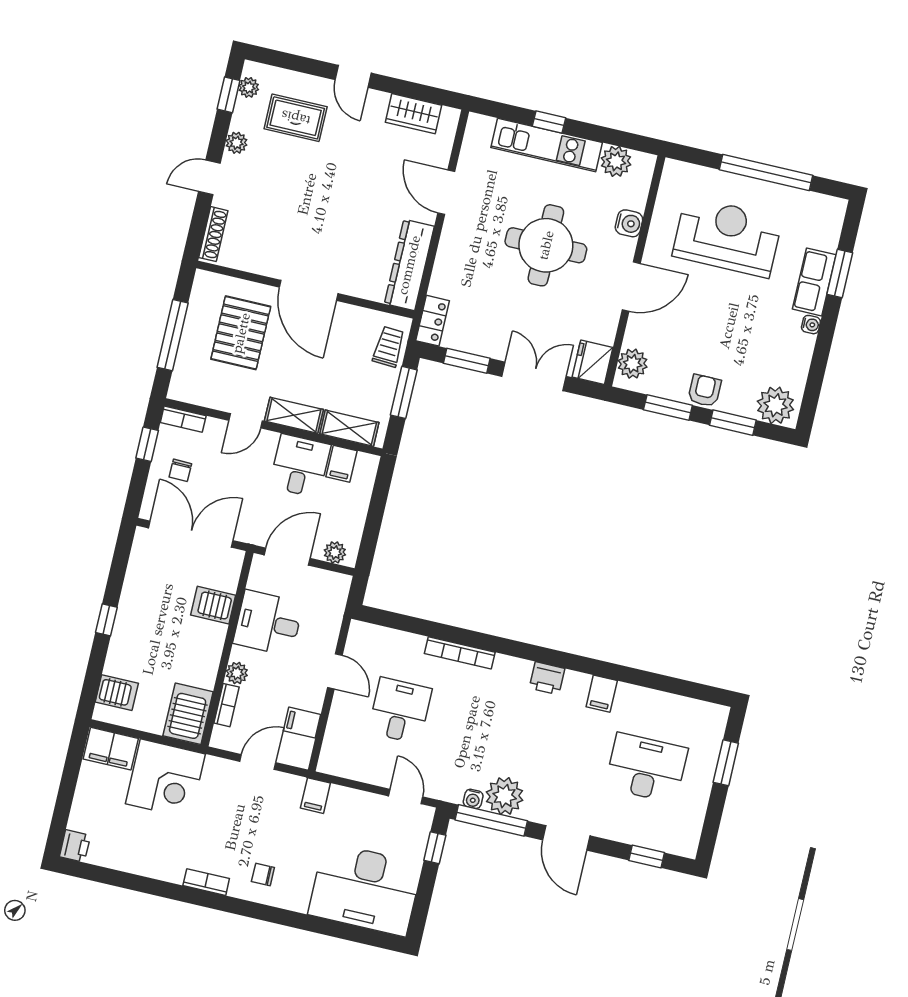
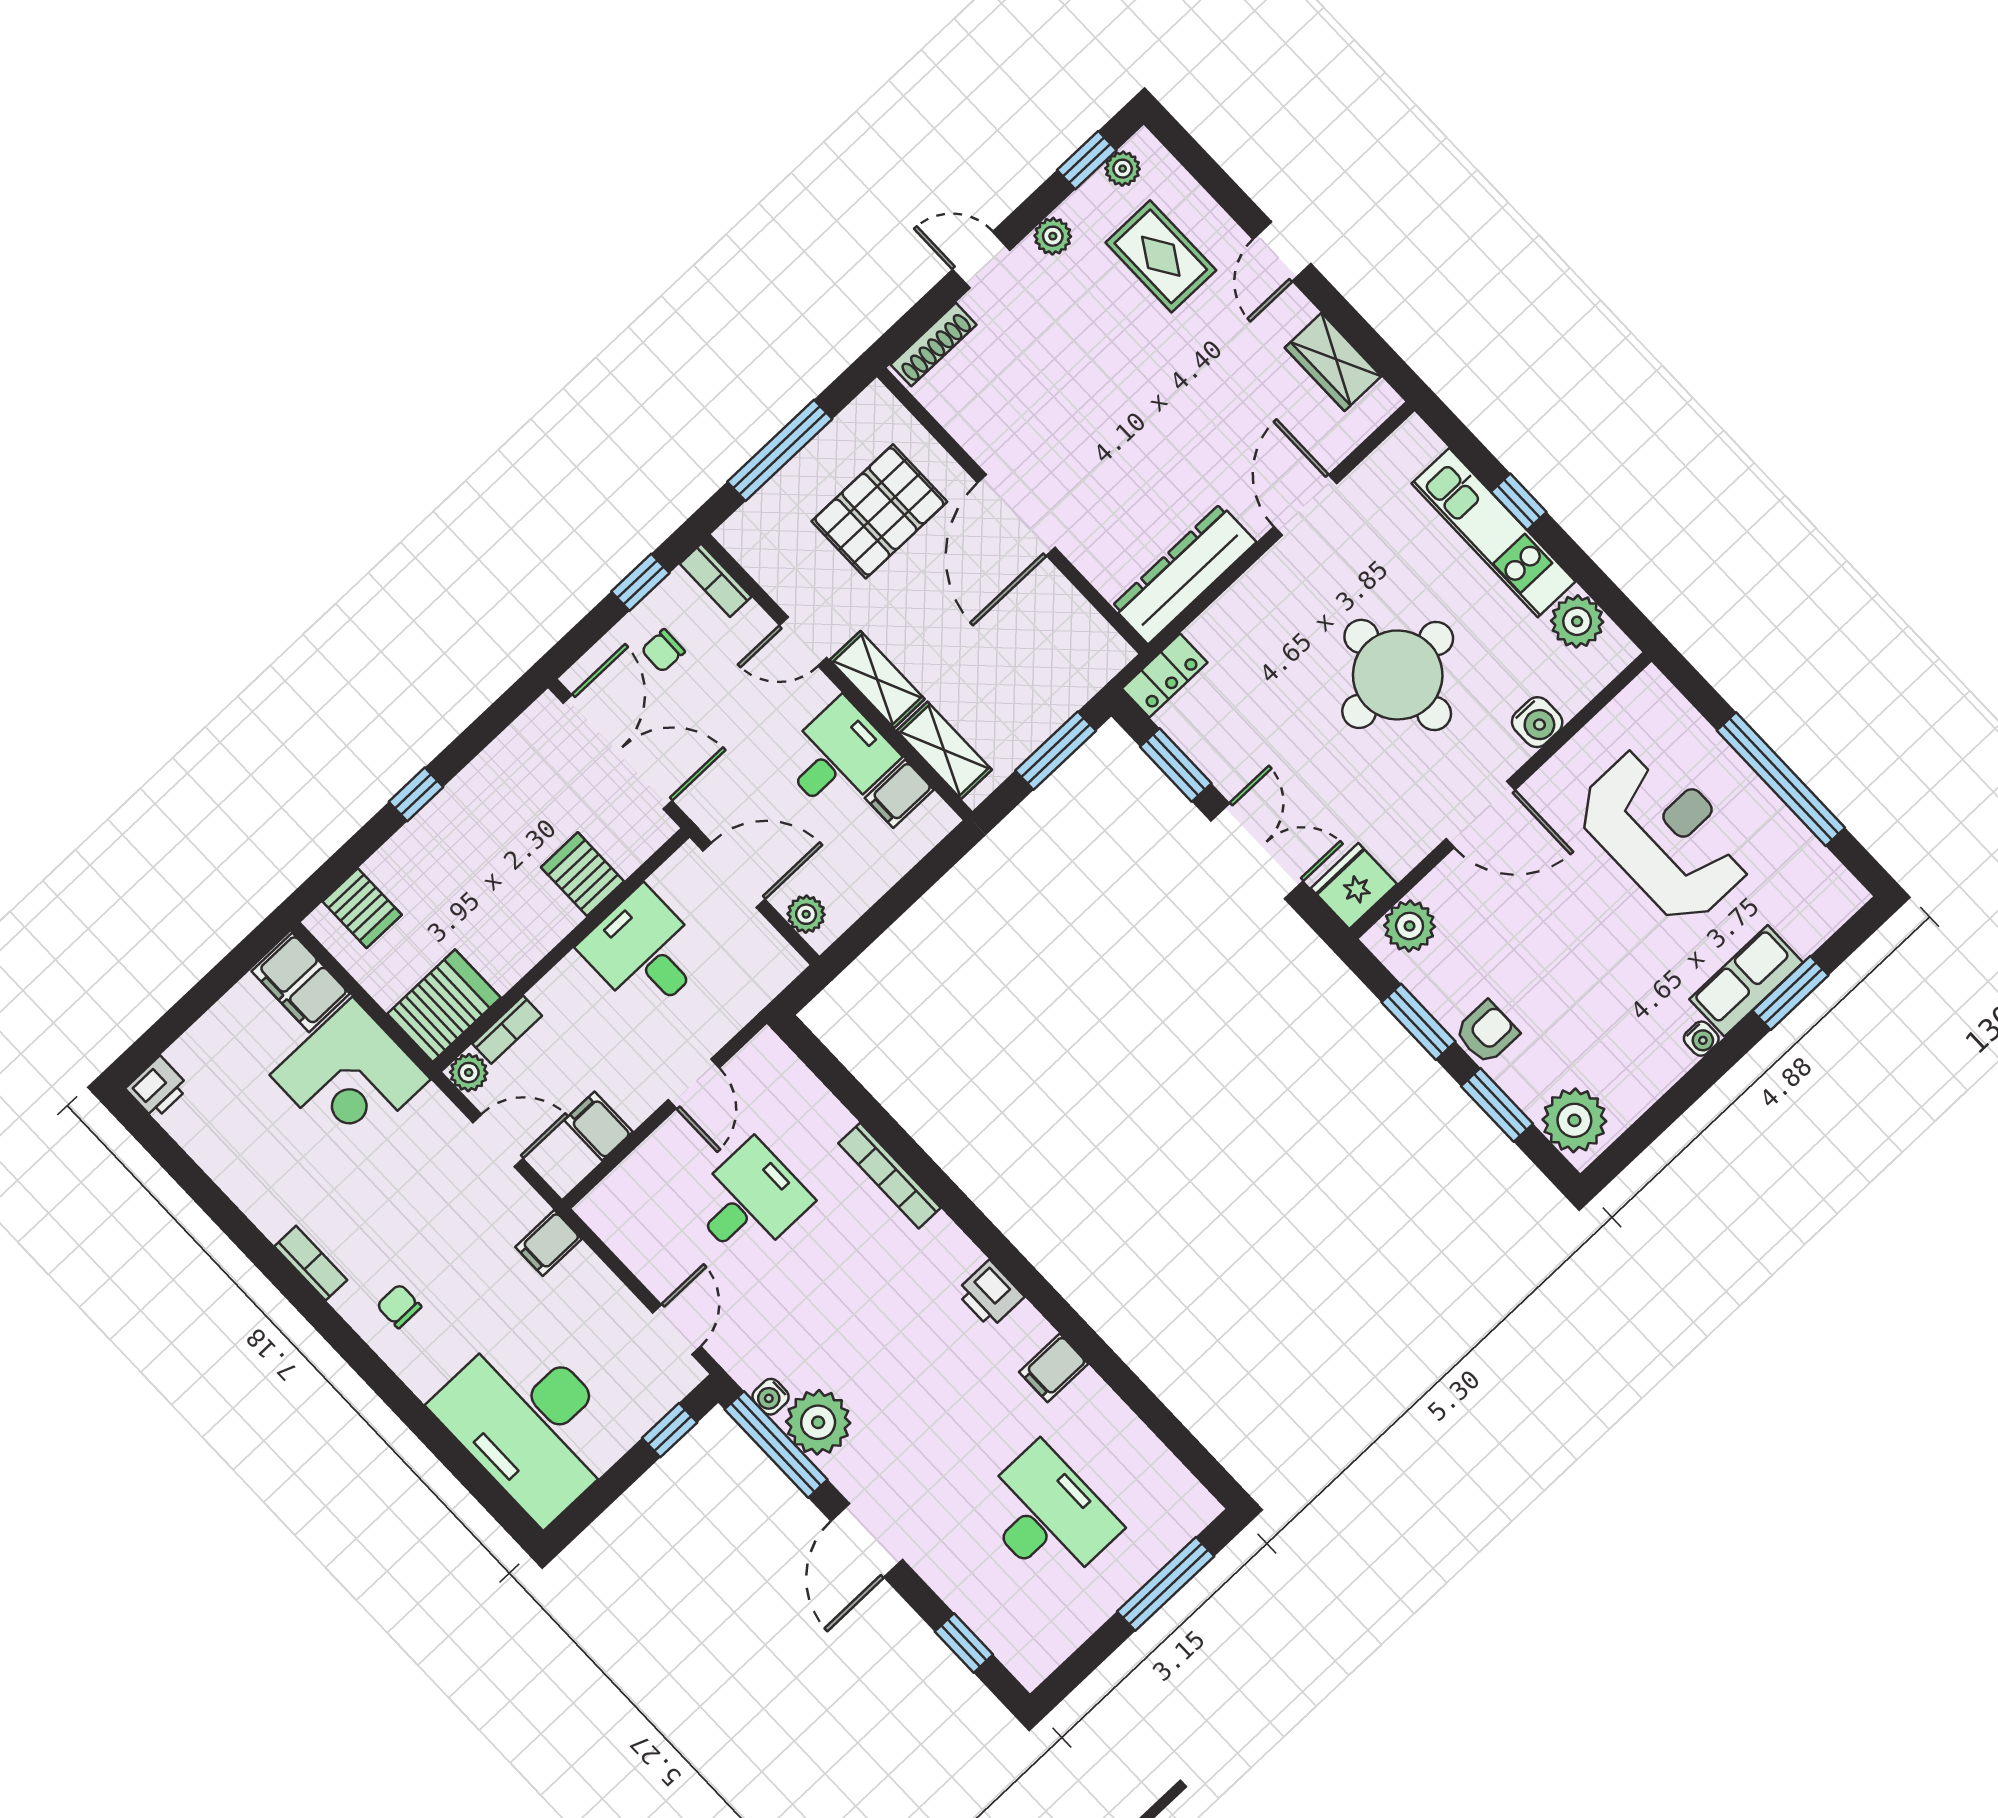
trolley: (389, 347) -> (1077, 671), removed
plant: (237, 673) -> (469, 1073), moved
window: (726, 763) -> (1166, 1584), width x1.44

